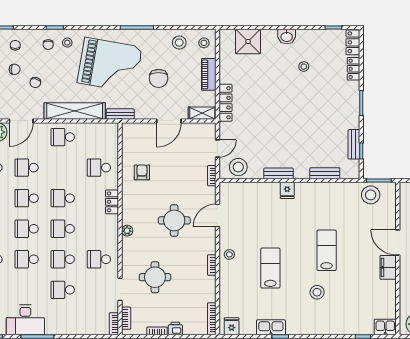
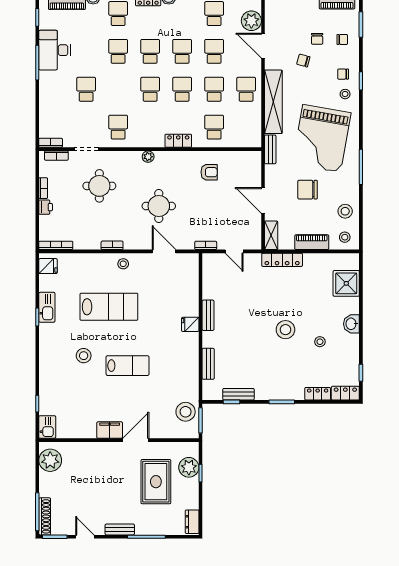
stool: (238, 167) -> (285, 330), moved
school desk: (63, 259) -> (214, 89), moved
lab bench: (270, 268) -> (109, 307), width x1.36, depth x1.39

